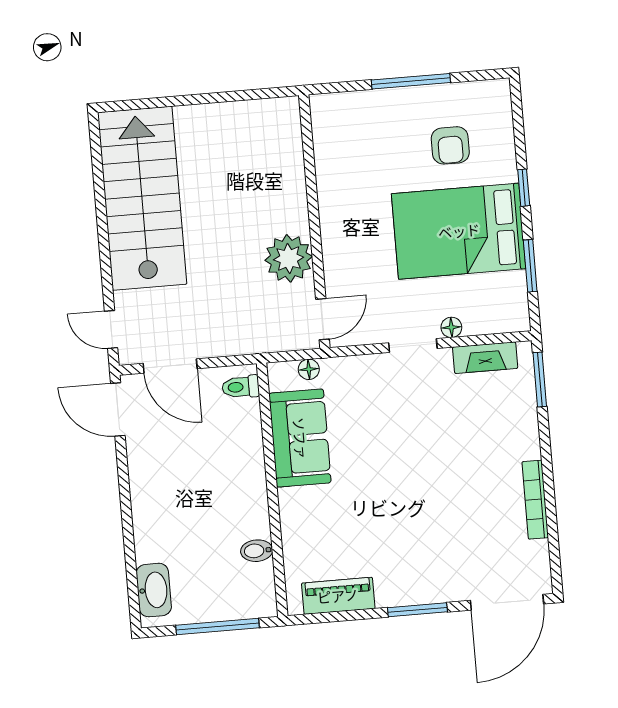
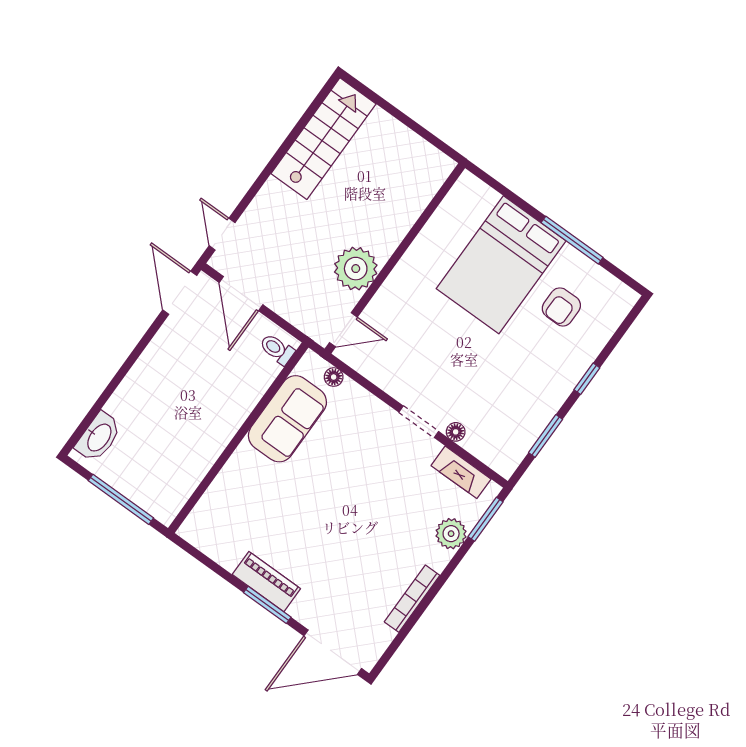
stairs: (142, 198) -> (323, 139), width x0.73, depth x0.66
wall: (314, 222) -> (395, 258), moved
bed: (459, 231) -> (501, 265), moved, turned -90
plant: (289, 258) -> (356, 269), moved
door: (322, 319) -> (343, 330), moved
plant: (521, 417) -> (451, 534), added
bidet: (257, 551) -> (192, 470), removed
piano: (338, 596) -> (266, 582), moved

